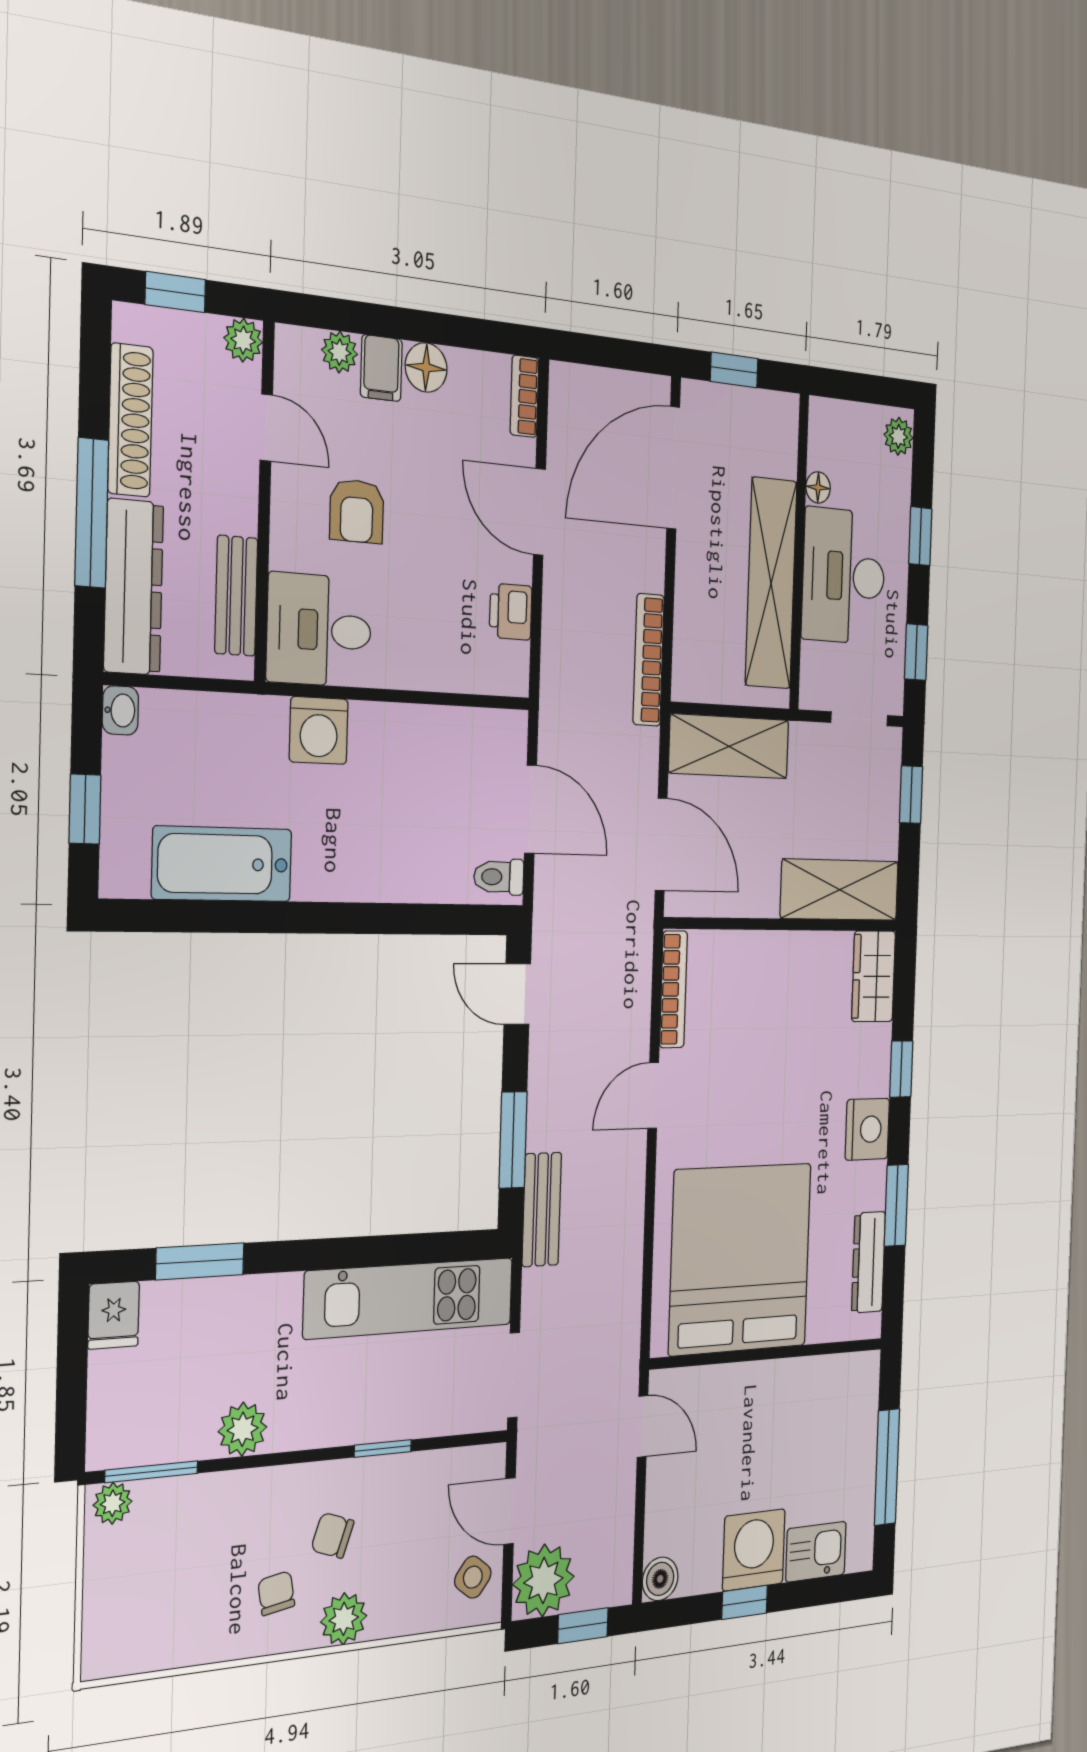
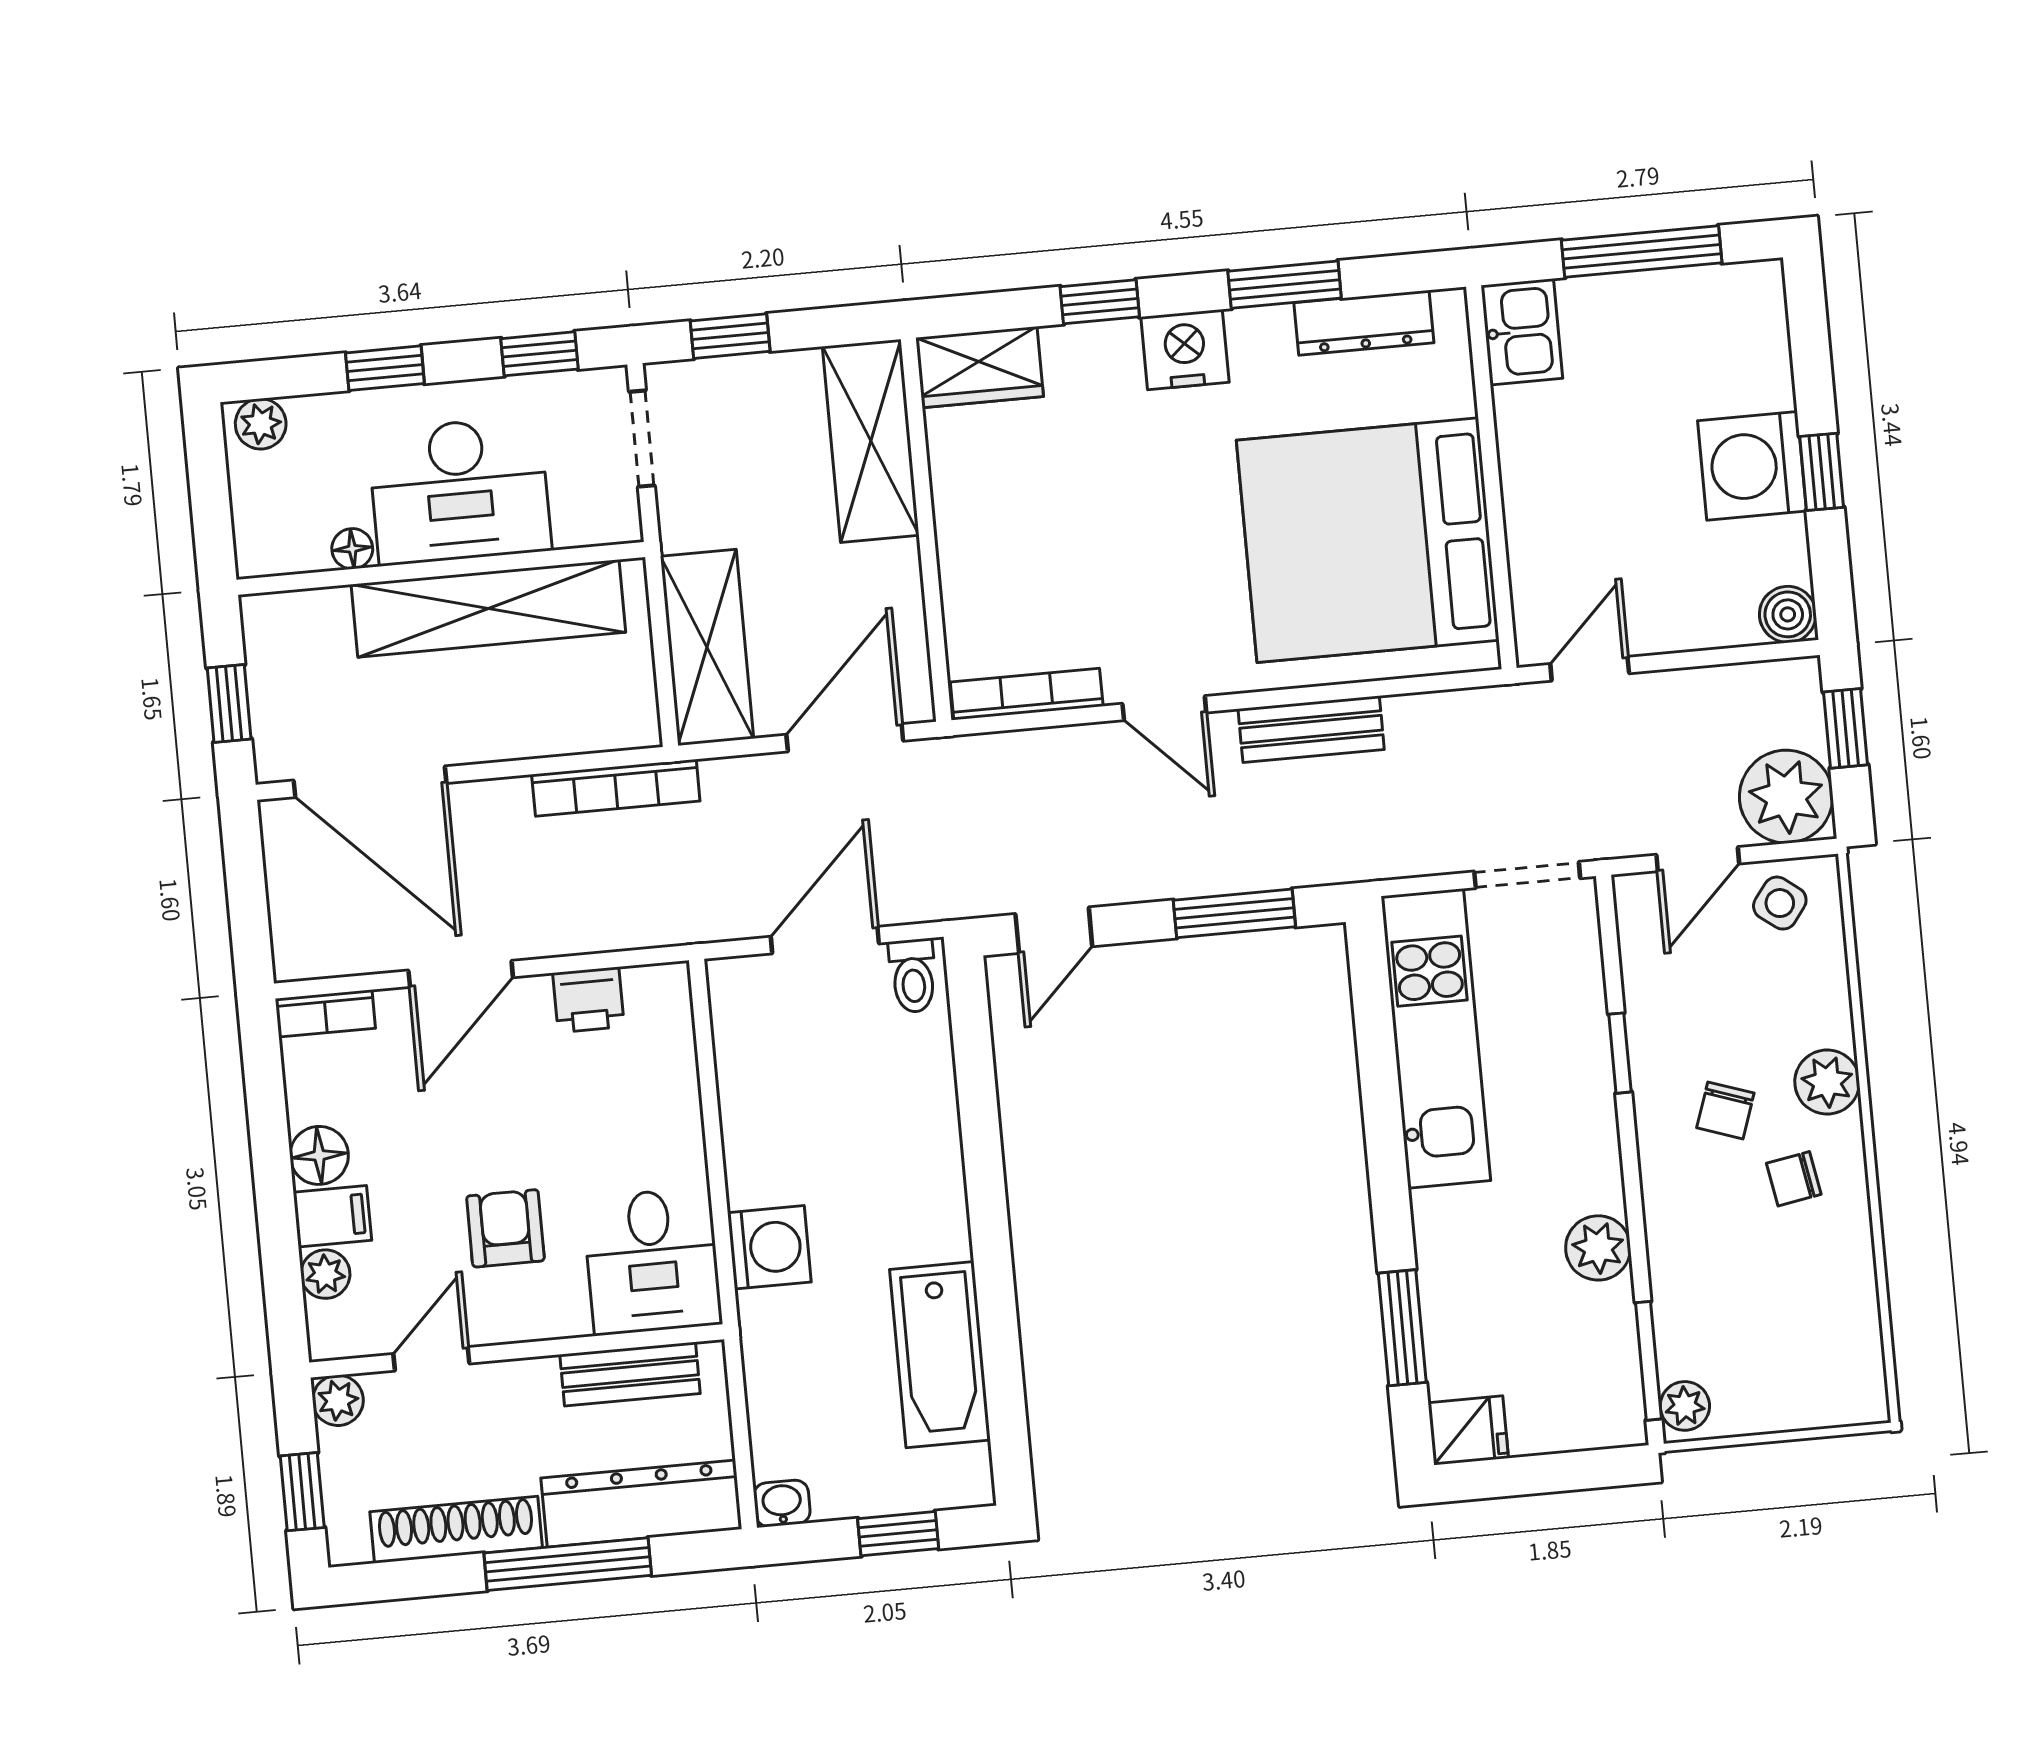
armchair: (357, 511) -> (505, 1228), turned -90
bench: (542, 1209) -> (1311, 729), moved
kitchen sink: (816, 1552) -> (1522, 332), moved, turned 180

